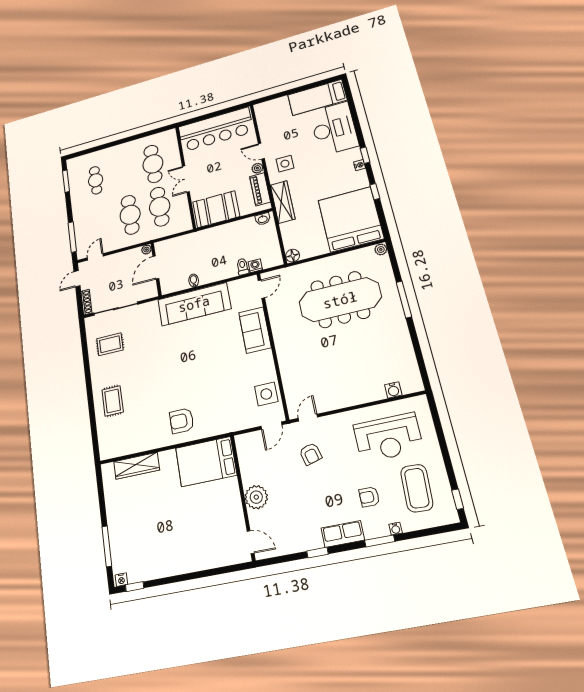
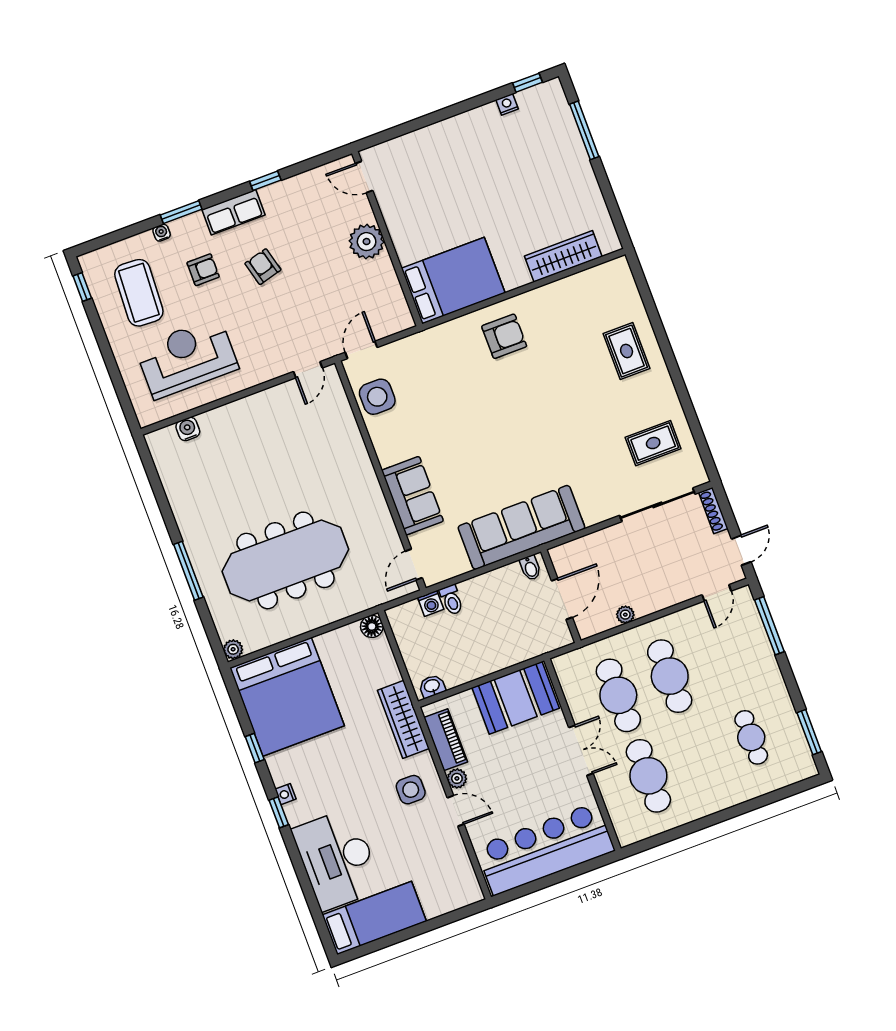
door: (156, 267) -> (562, 599), moved
wall: (156, 269) -> (561, 596), moved
armchair: (311, 454) -> (263, 267), moved
nightstand: (121, 580) -> (507, 104), moved

